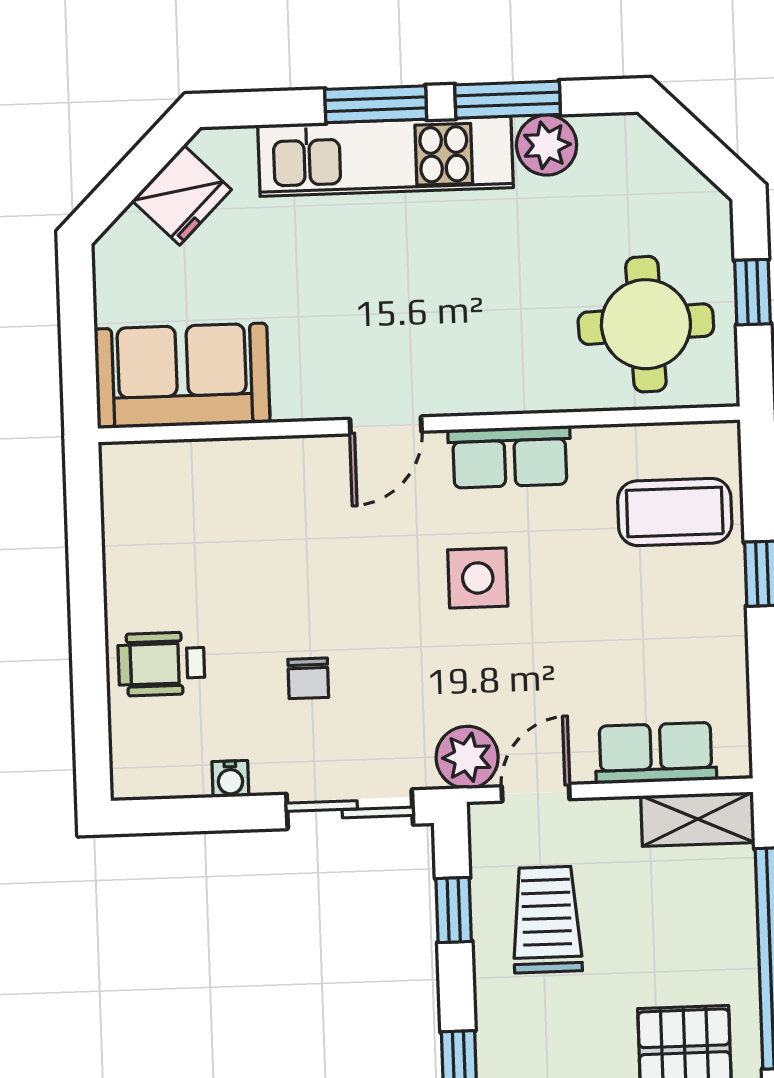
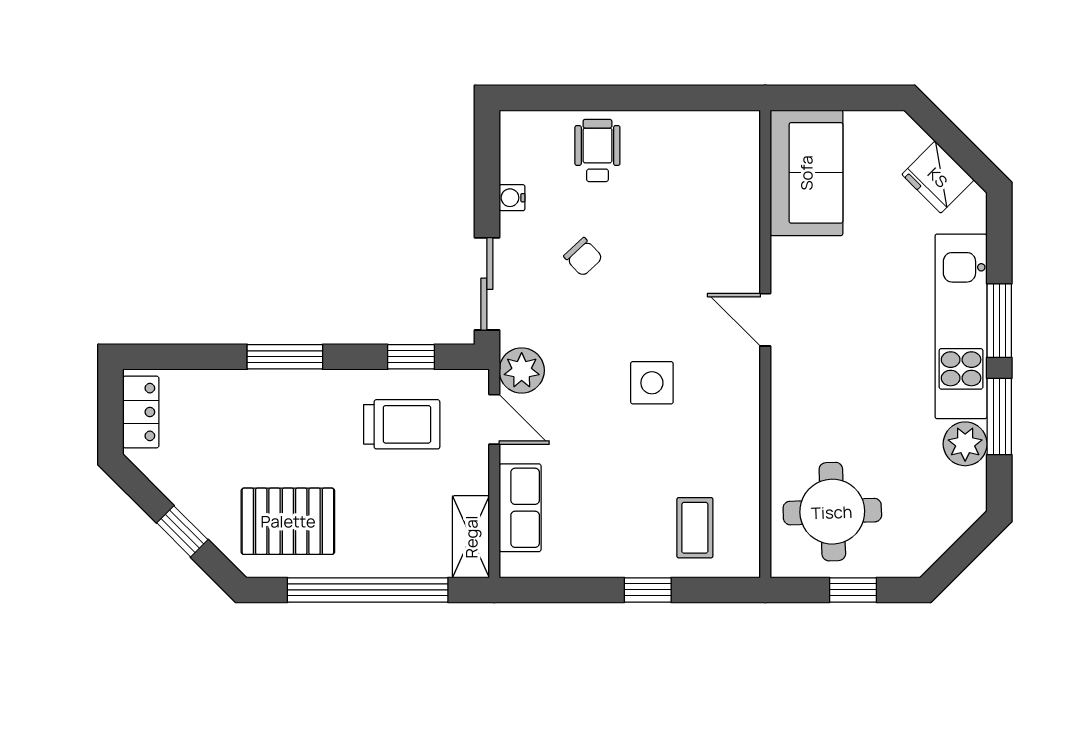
row of seats: (510, 457) -> (739, 409), removed
coffee table: (675, 512) -> (695, 528), width x0.73, depth x0.77
chair: (308, 678) -> (583, 257), turned -133

